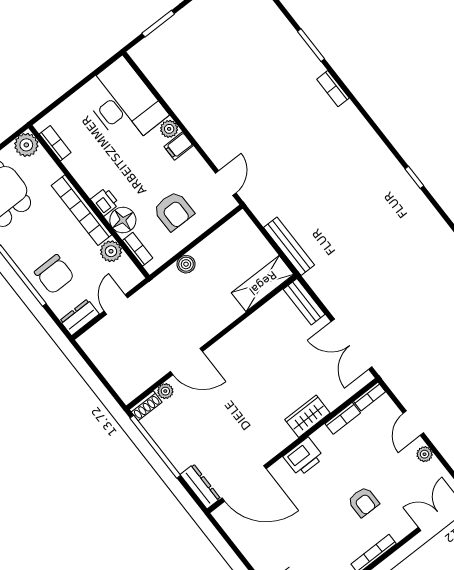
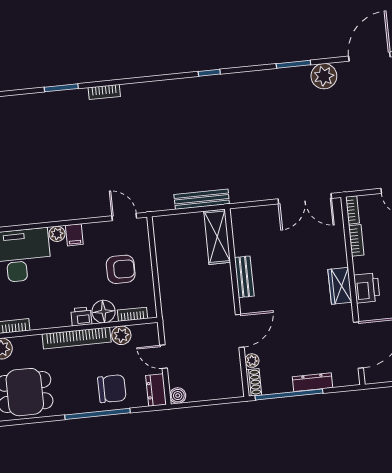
boiler: (186, 264) -> (178, 396), moved
bench: (304, 302) -> (244, 277), moved, turned 90
wardrobe: (307, 416) -> (340, 286), moved
dresser: (200, 486) -> (312, 382), moved

